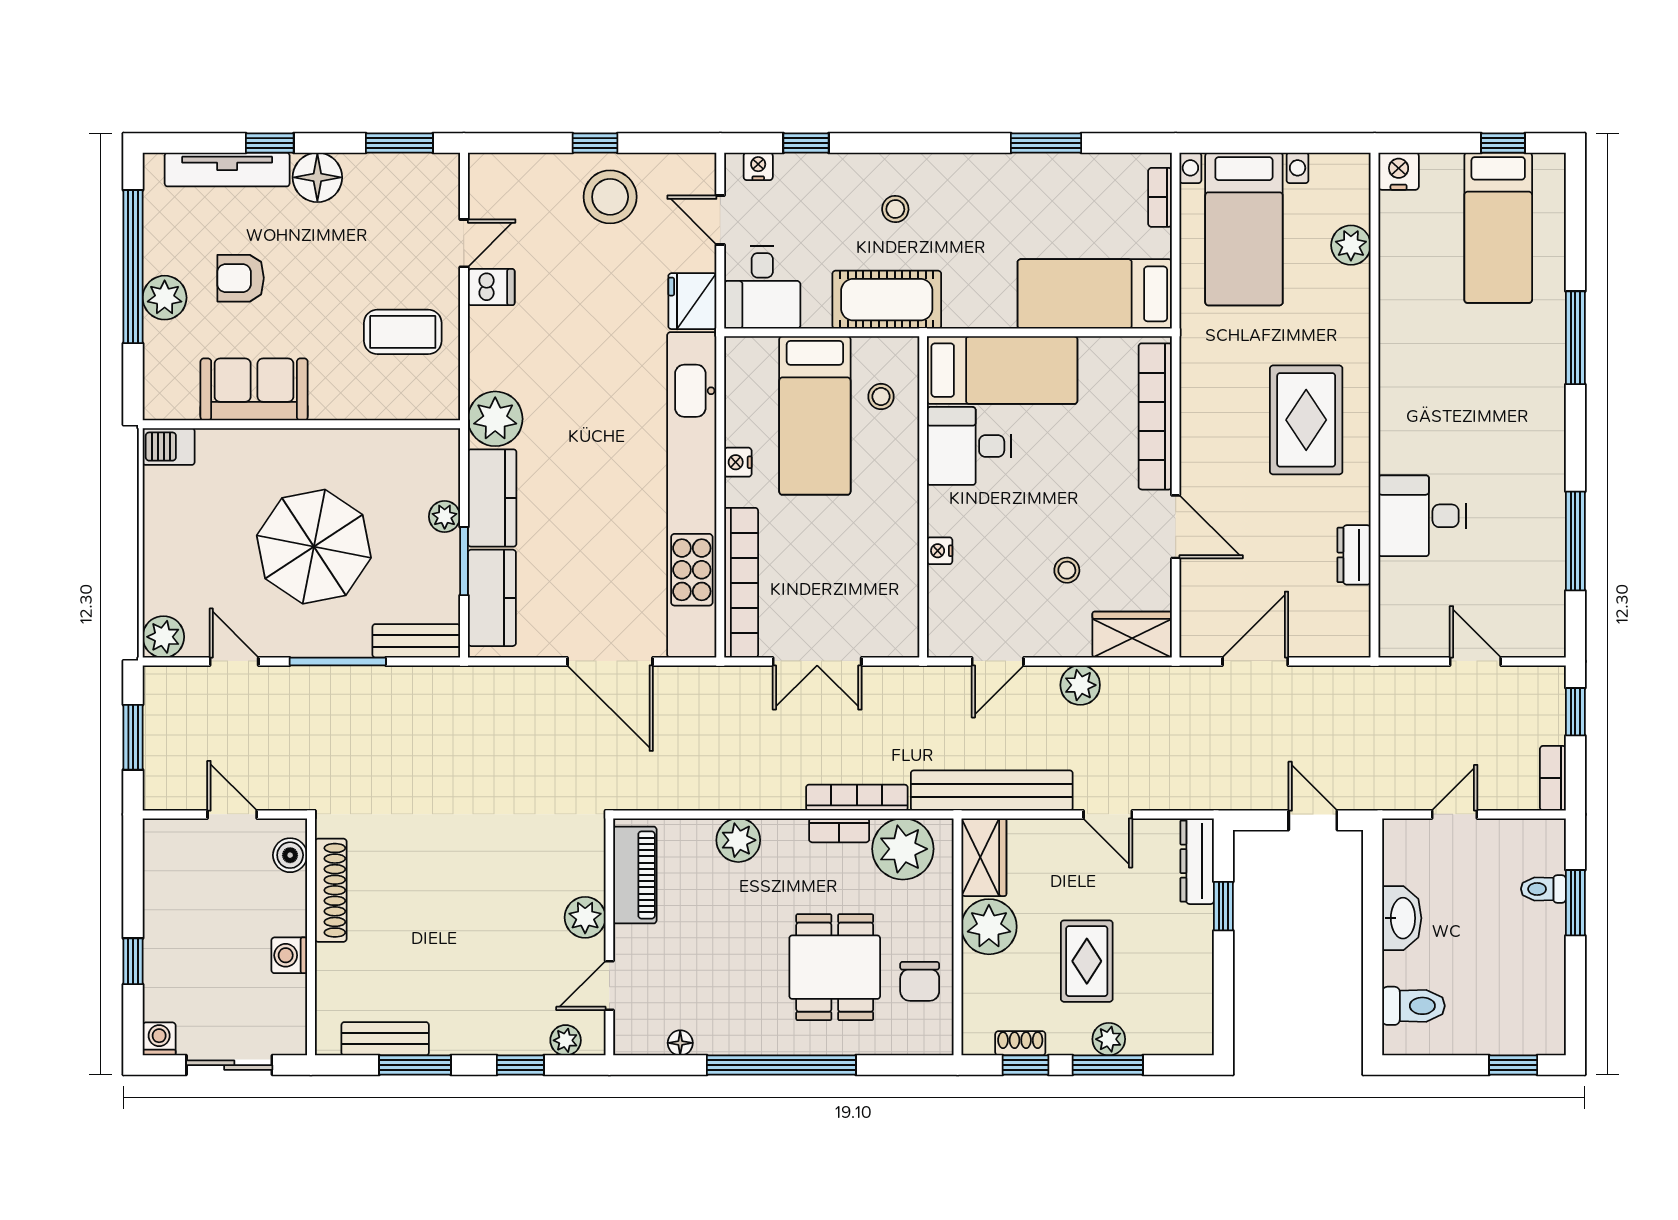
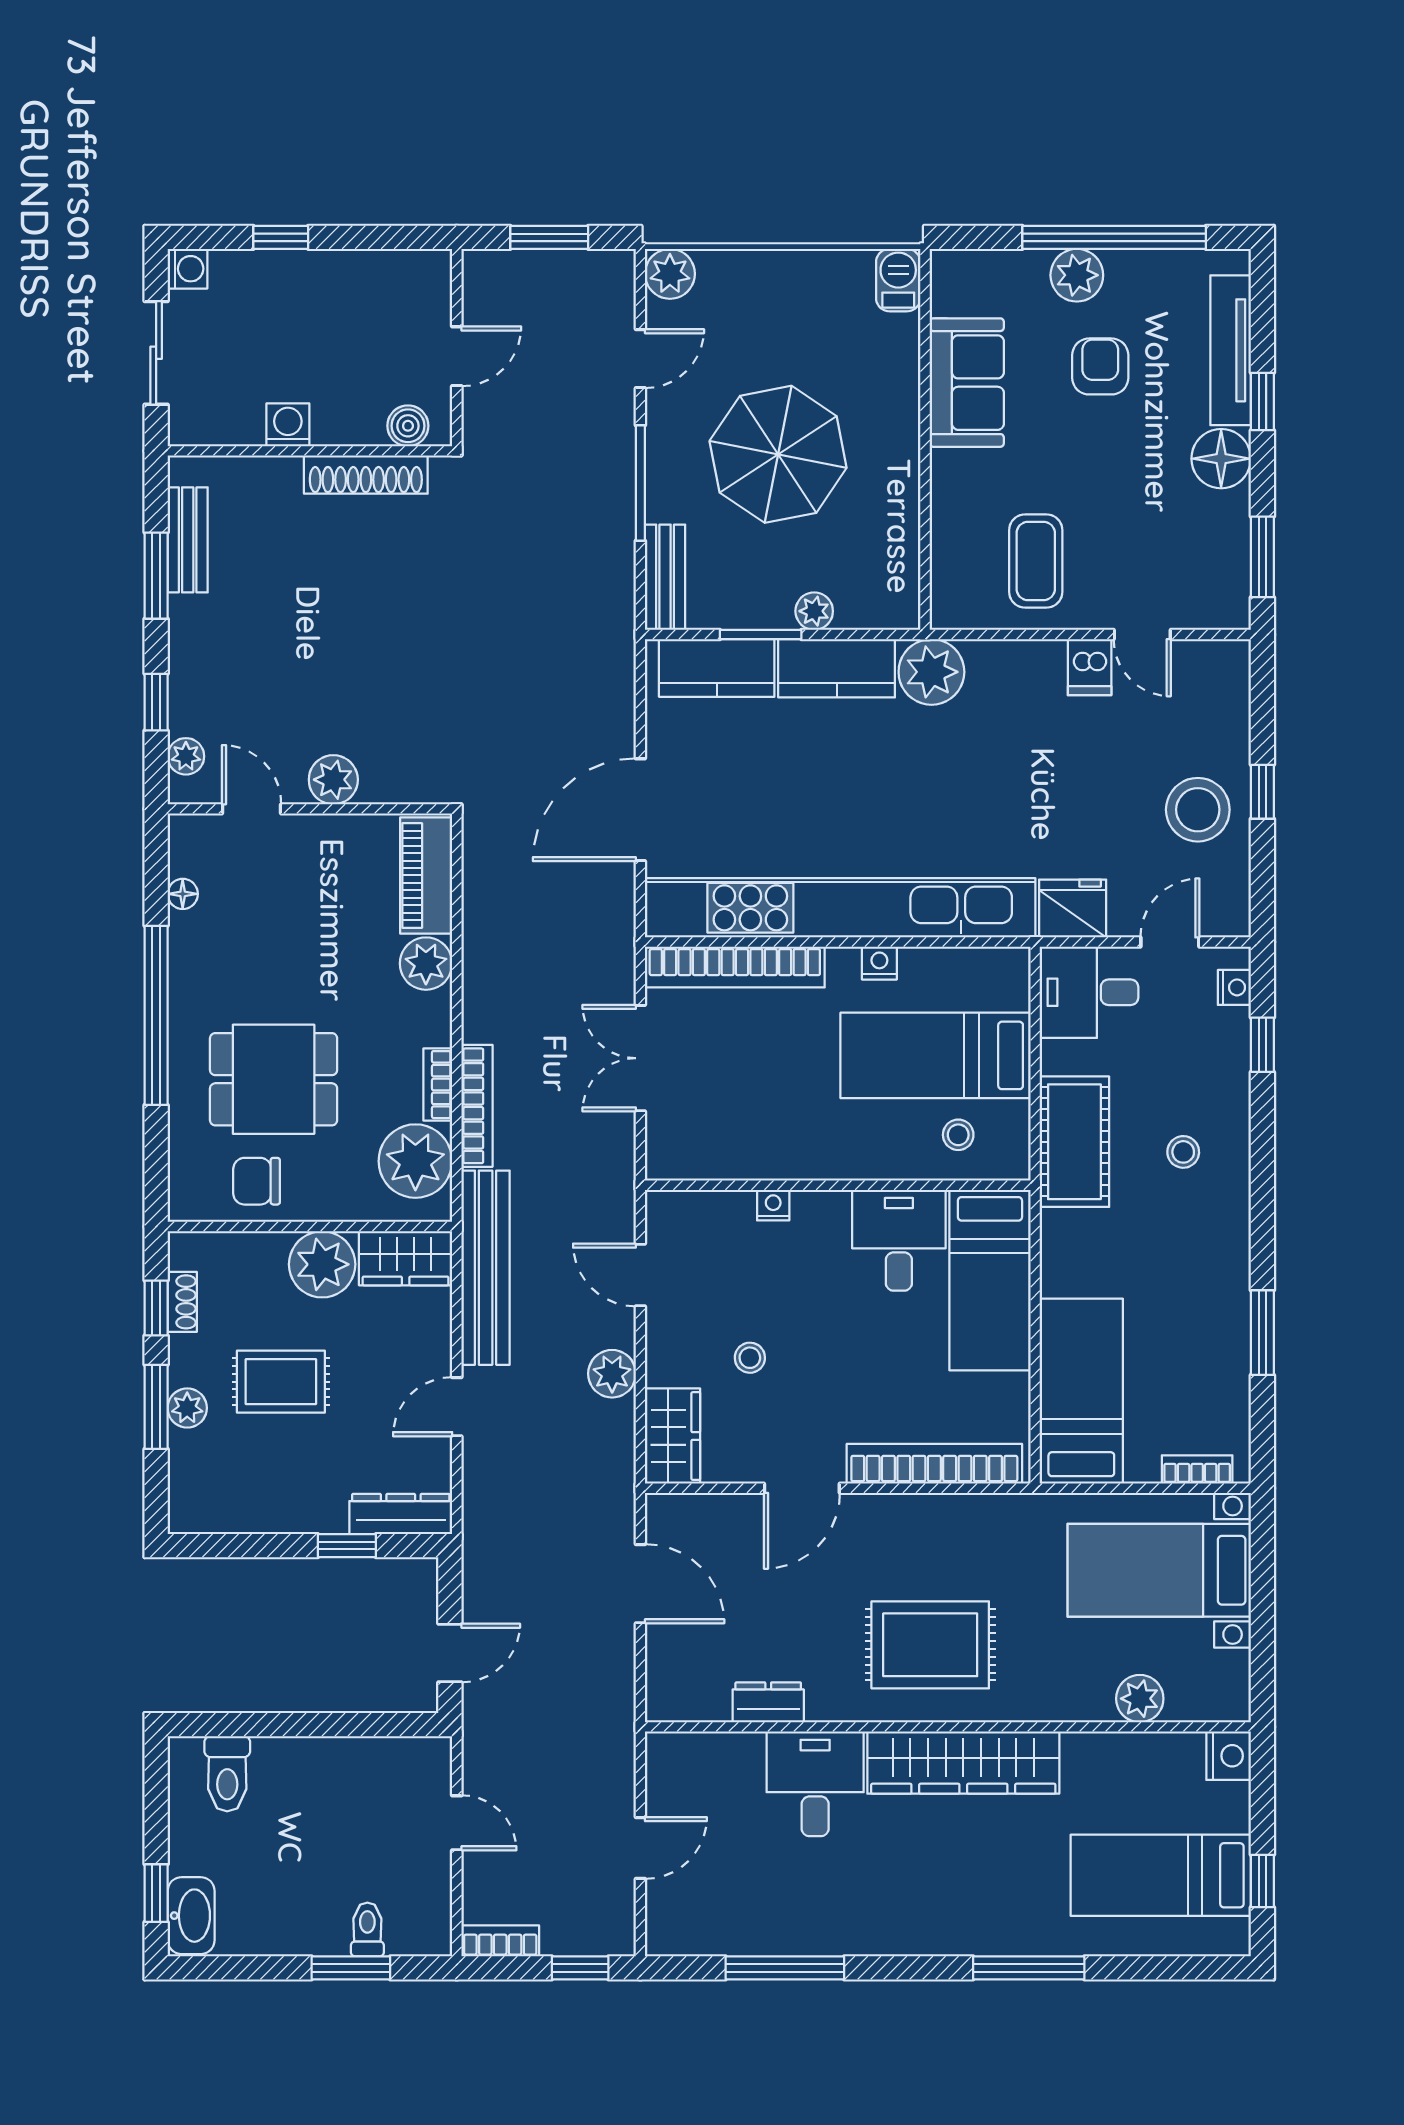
wardrobe: (1404, 392) -> (963, 1763), added
piano: (635, 875) -> (426, 875), moved, turned 90
washbasin: (1402, 918) -> (191, 1916), moved, turned -90

